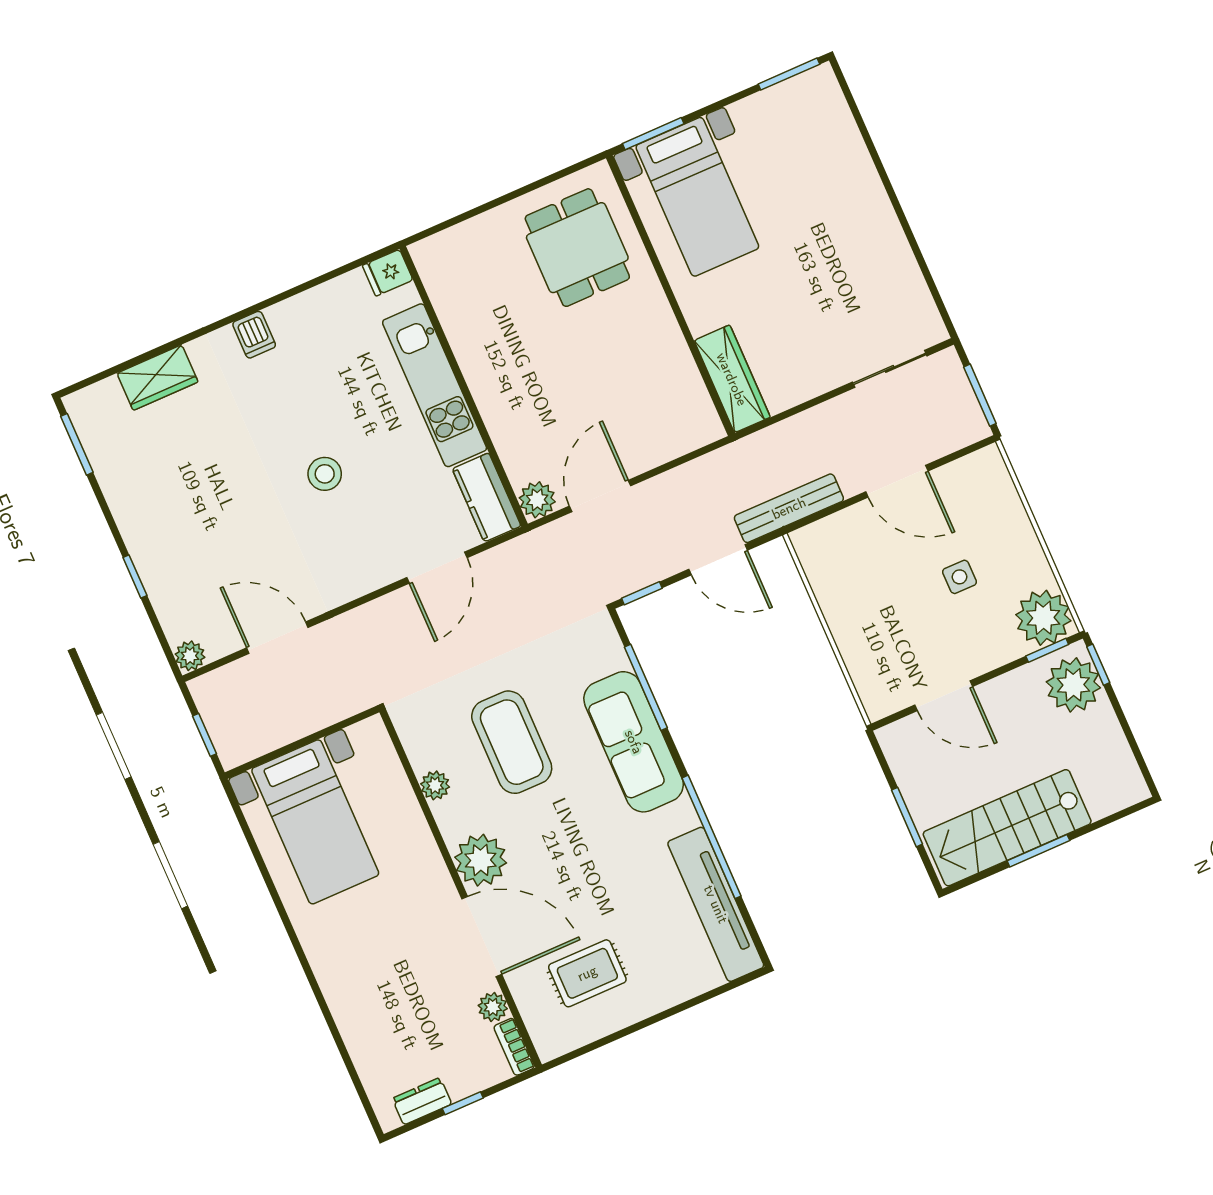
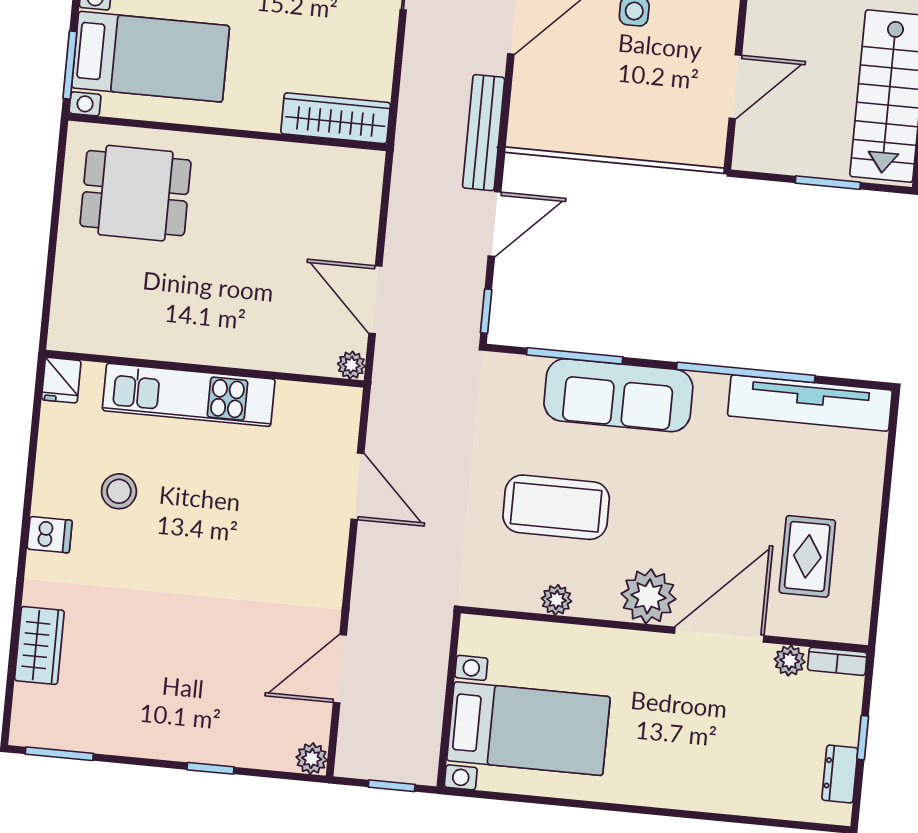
stool: (325, 474) -> (119, 491), moved
kitchen counter: (487, 497) -> (318, 405), removed
plant: (537, 500) -> (351, 365), width x0.73, depth x0.73

